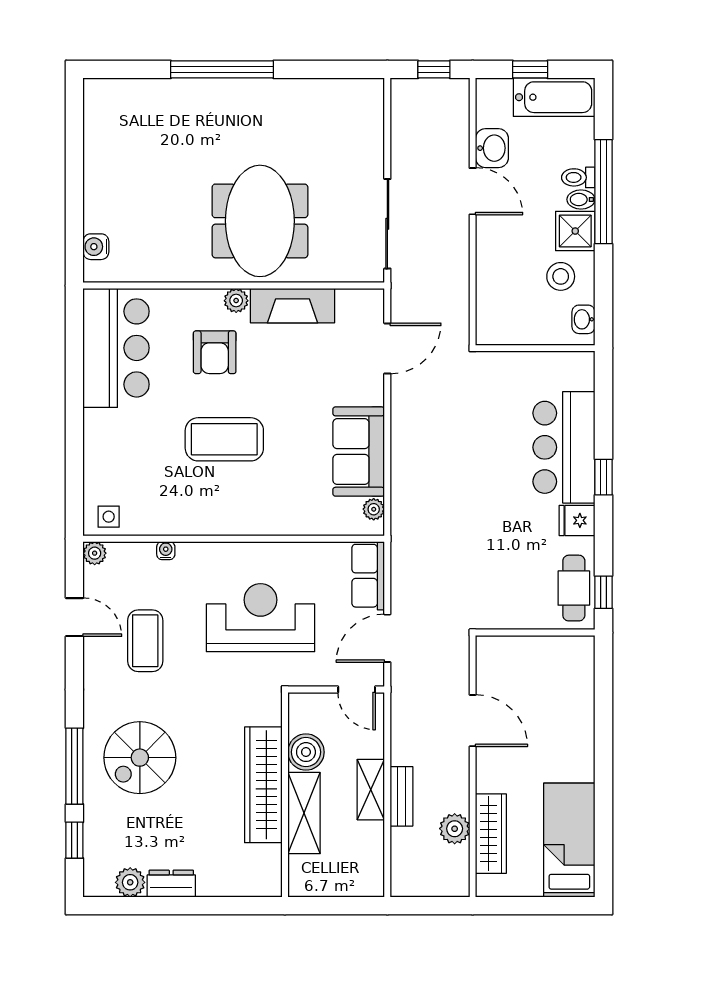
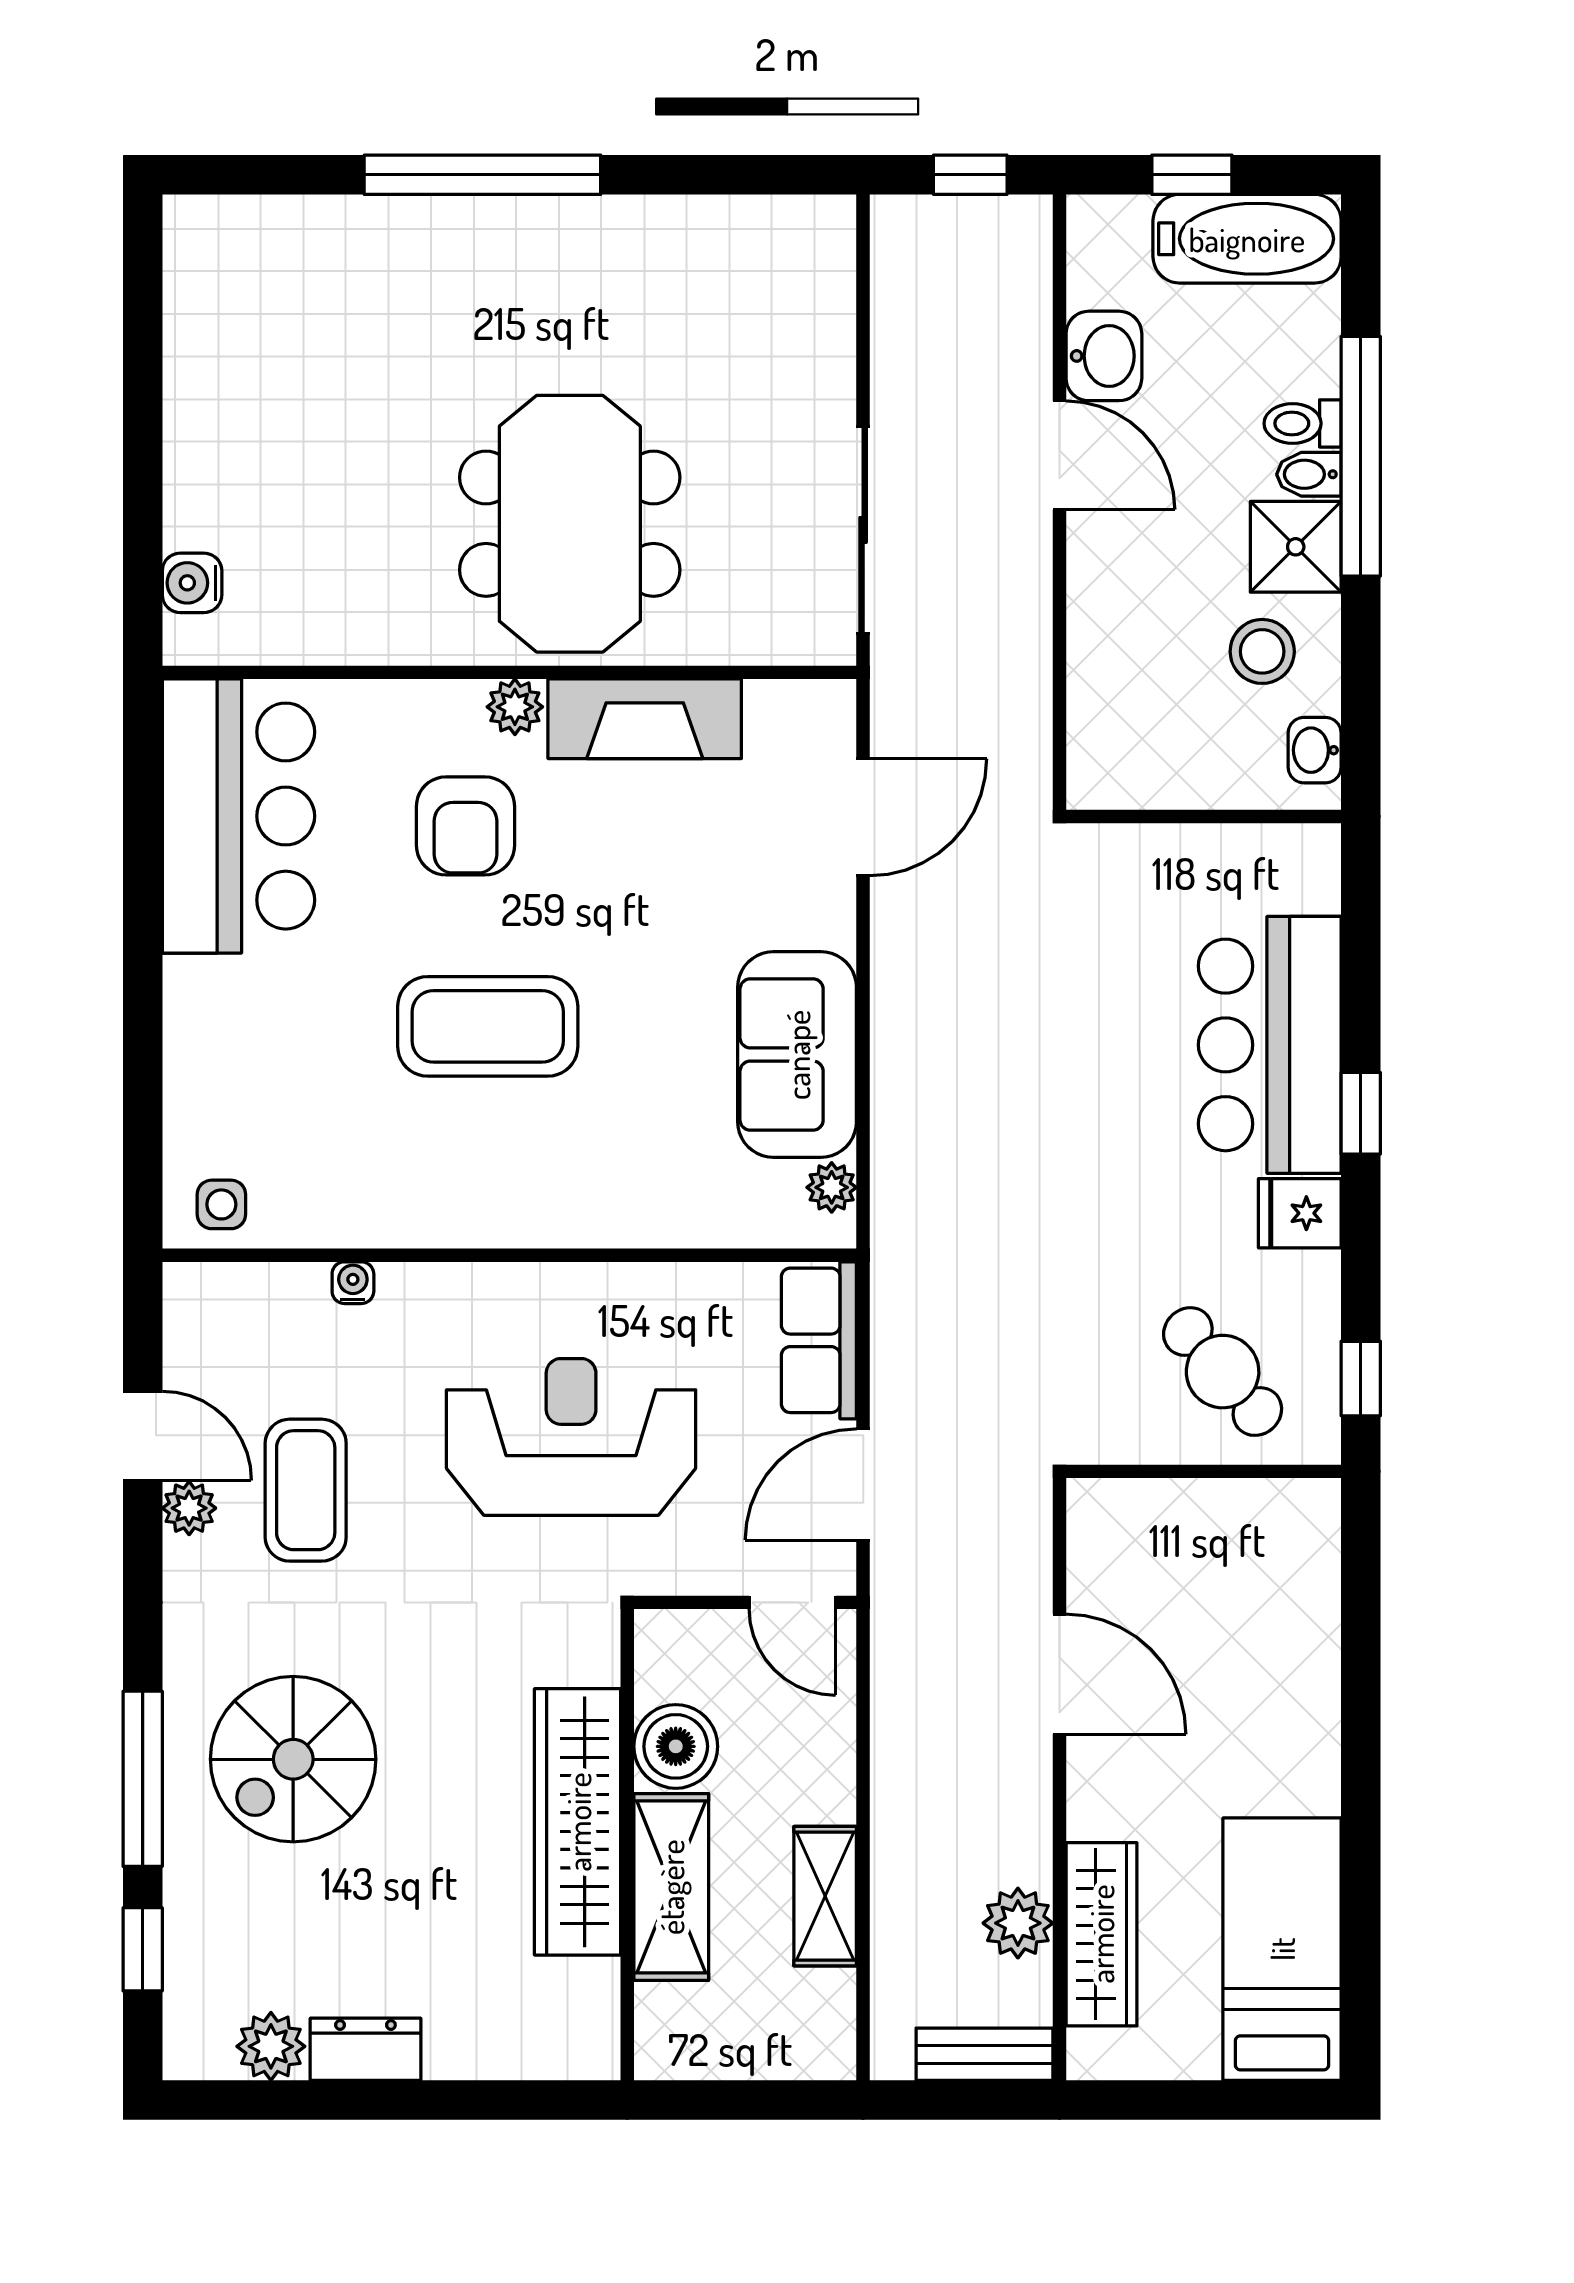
plant: (95, 553) -> (189, 1508), moved
cafe table: (574, 588) -> (1223, 1372), moved, turned -41
shelving: (371, 790) -> (825, 1896), moved
bench: (402, 796) -> (984, 2054), moved, turned 90

